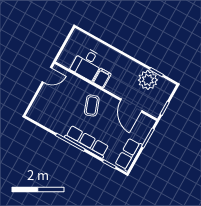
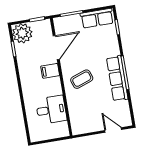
door: (47, 75) -> (113, 130), moved
filing cabinet: (102, 78) -> (50, 71), moved
plant: (148, 80) -> (22, 33), moved
row of seats: (87, 142) -> (117, 78), moved

